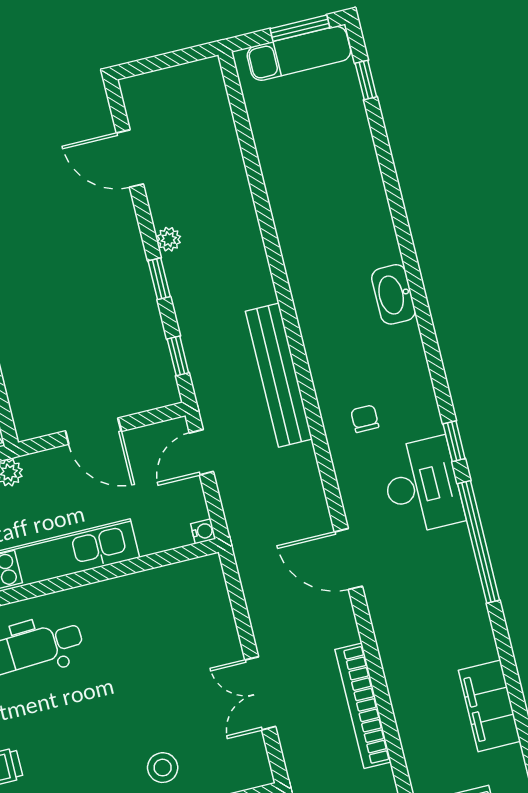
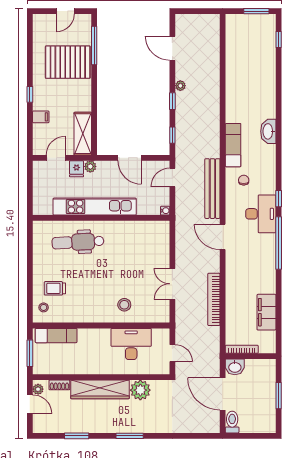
exam couch: (299, 53) -> (233, 145), moved, turned -90
bench: (279, 375) -> (212, 189), moved

